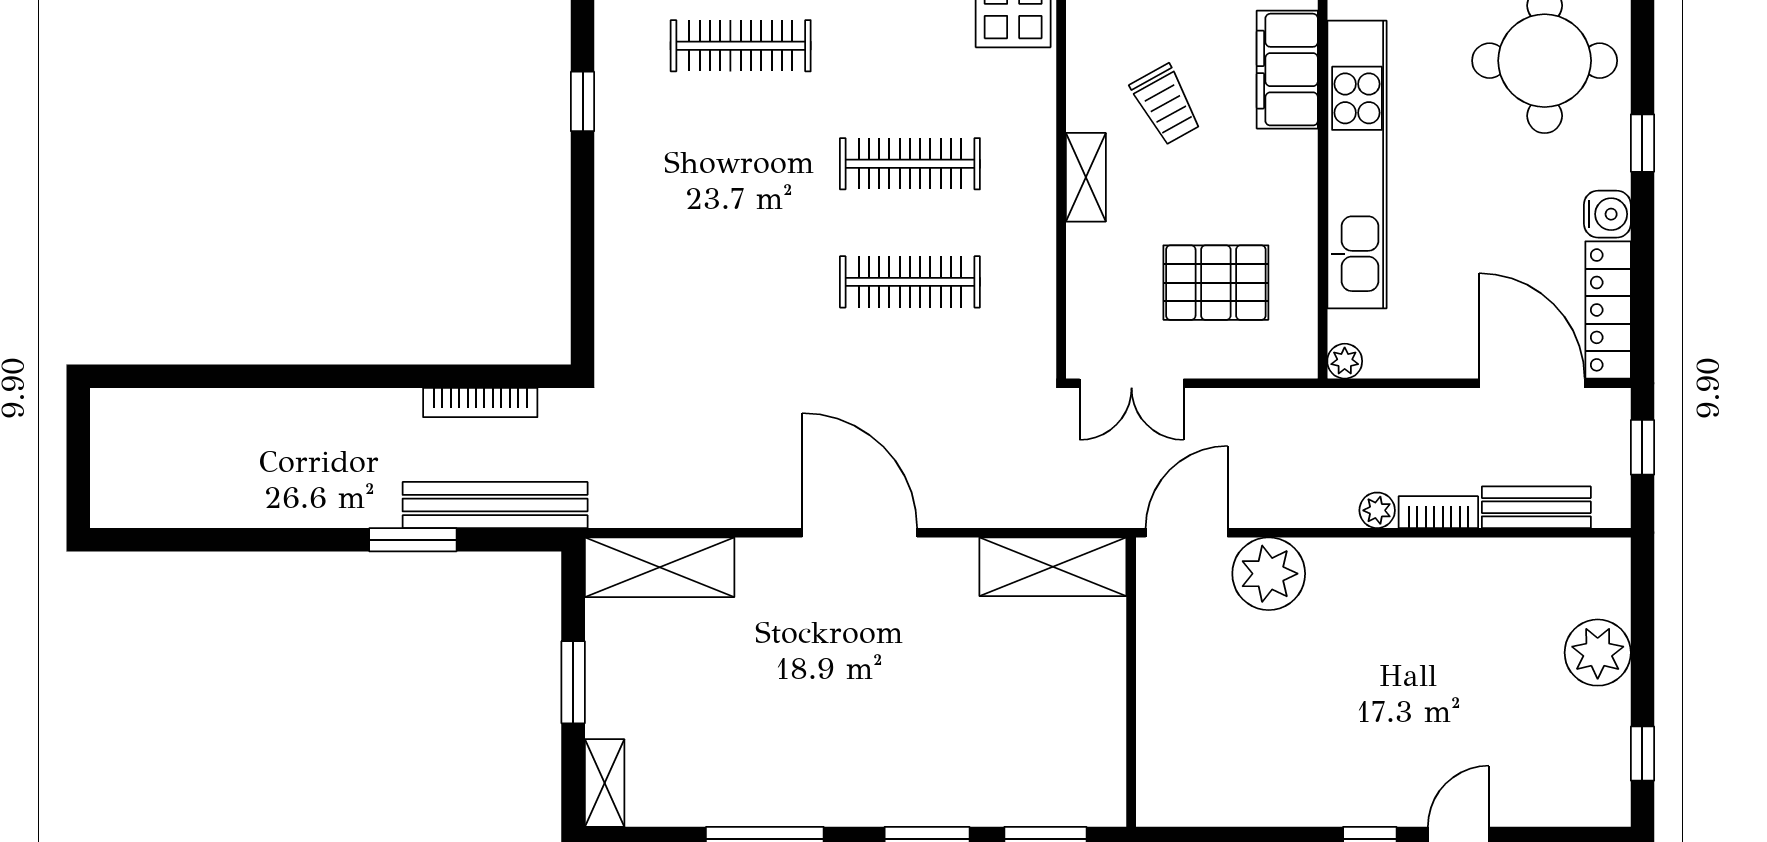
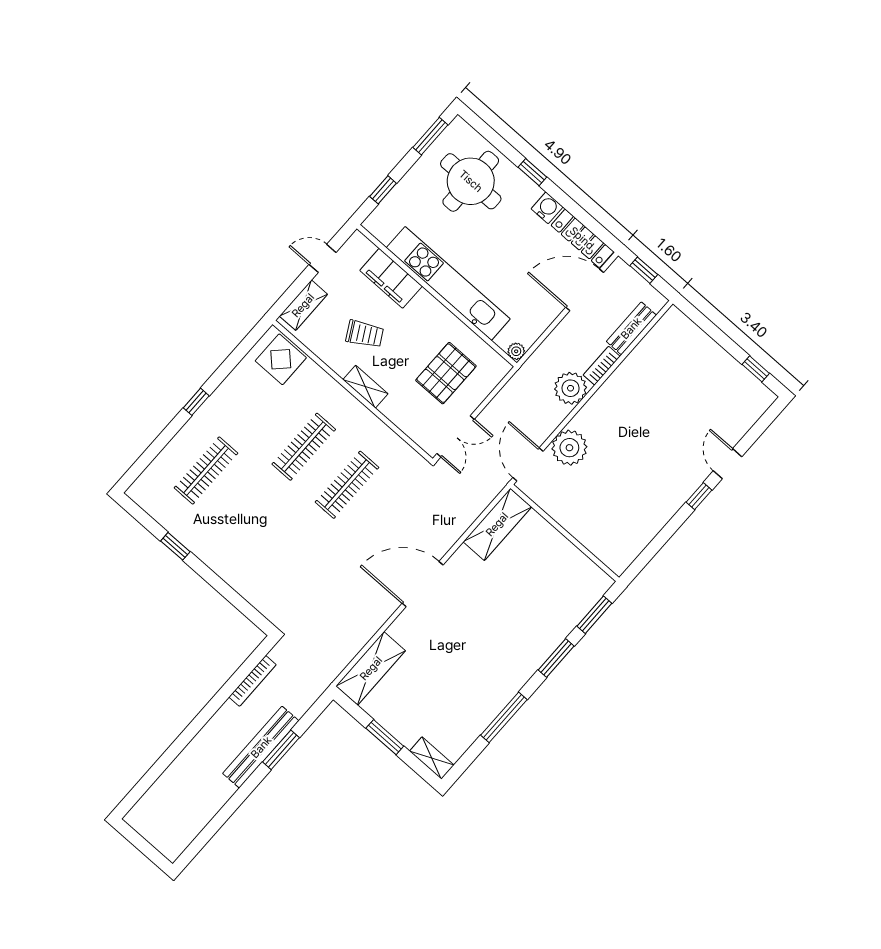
bench: (495, 505) -> (261, 747), moved
plant: (1377, 510) -> (571, 388), width x1.88, depth x1.88
plant: (1598, 653) -> (704, 353), removed

